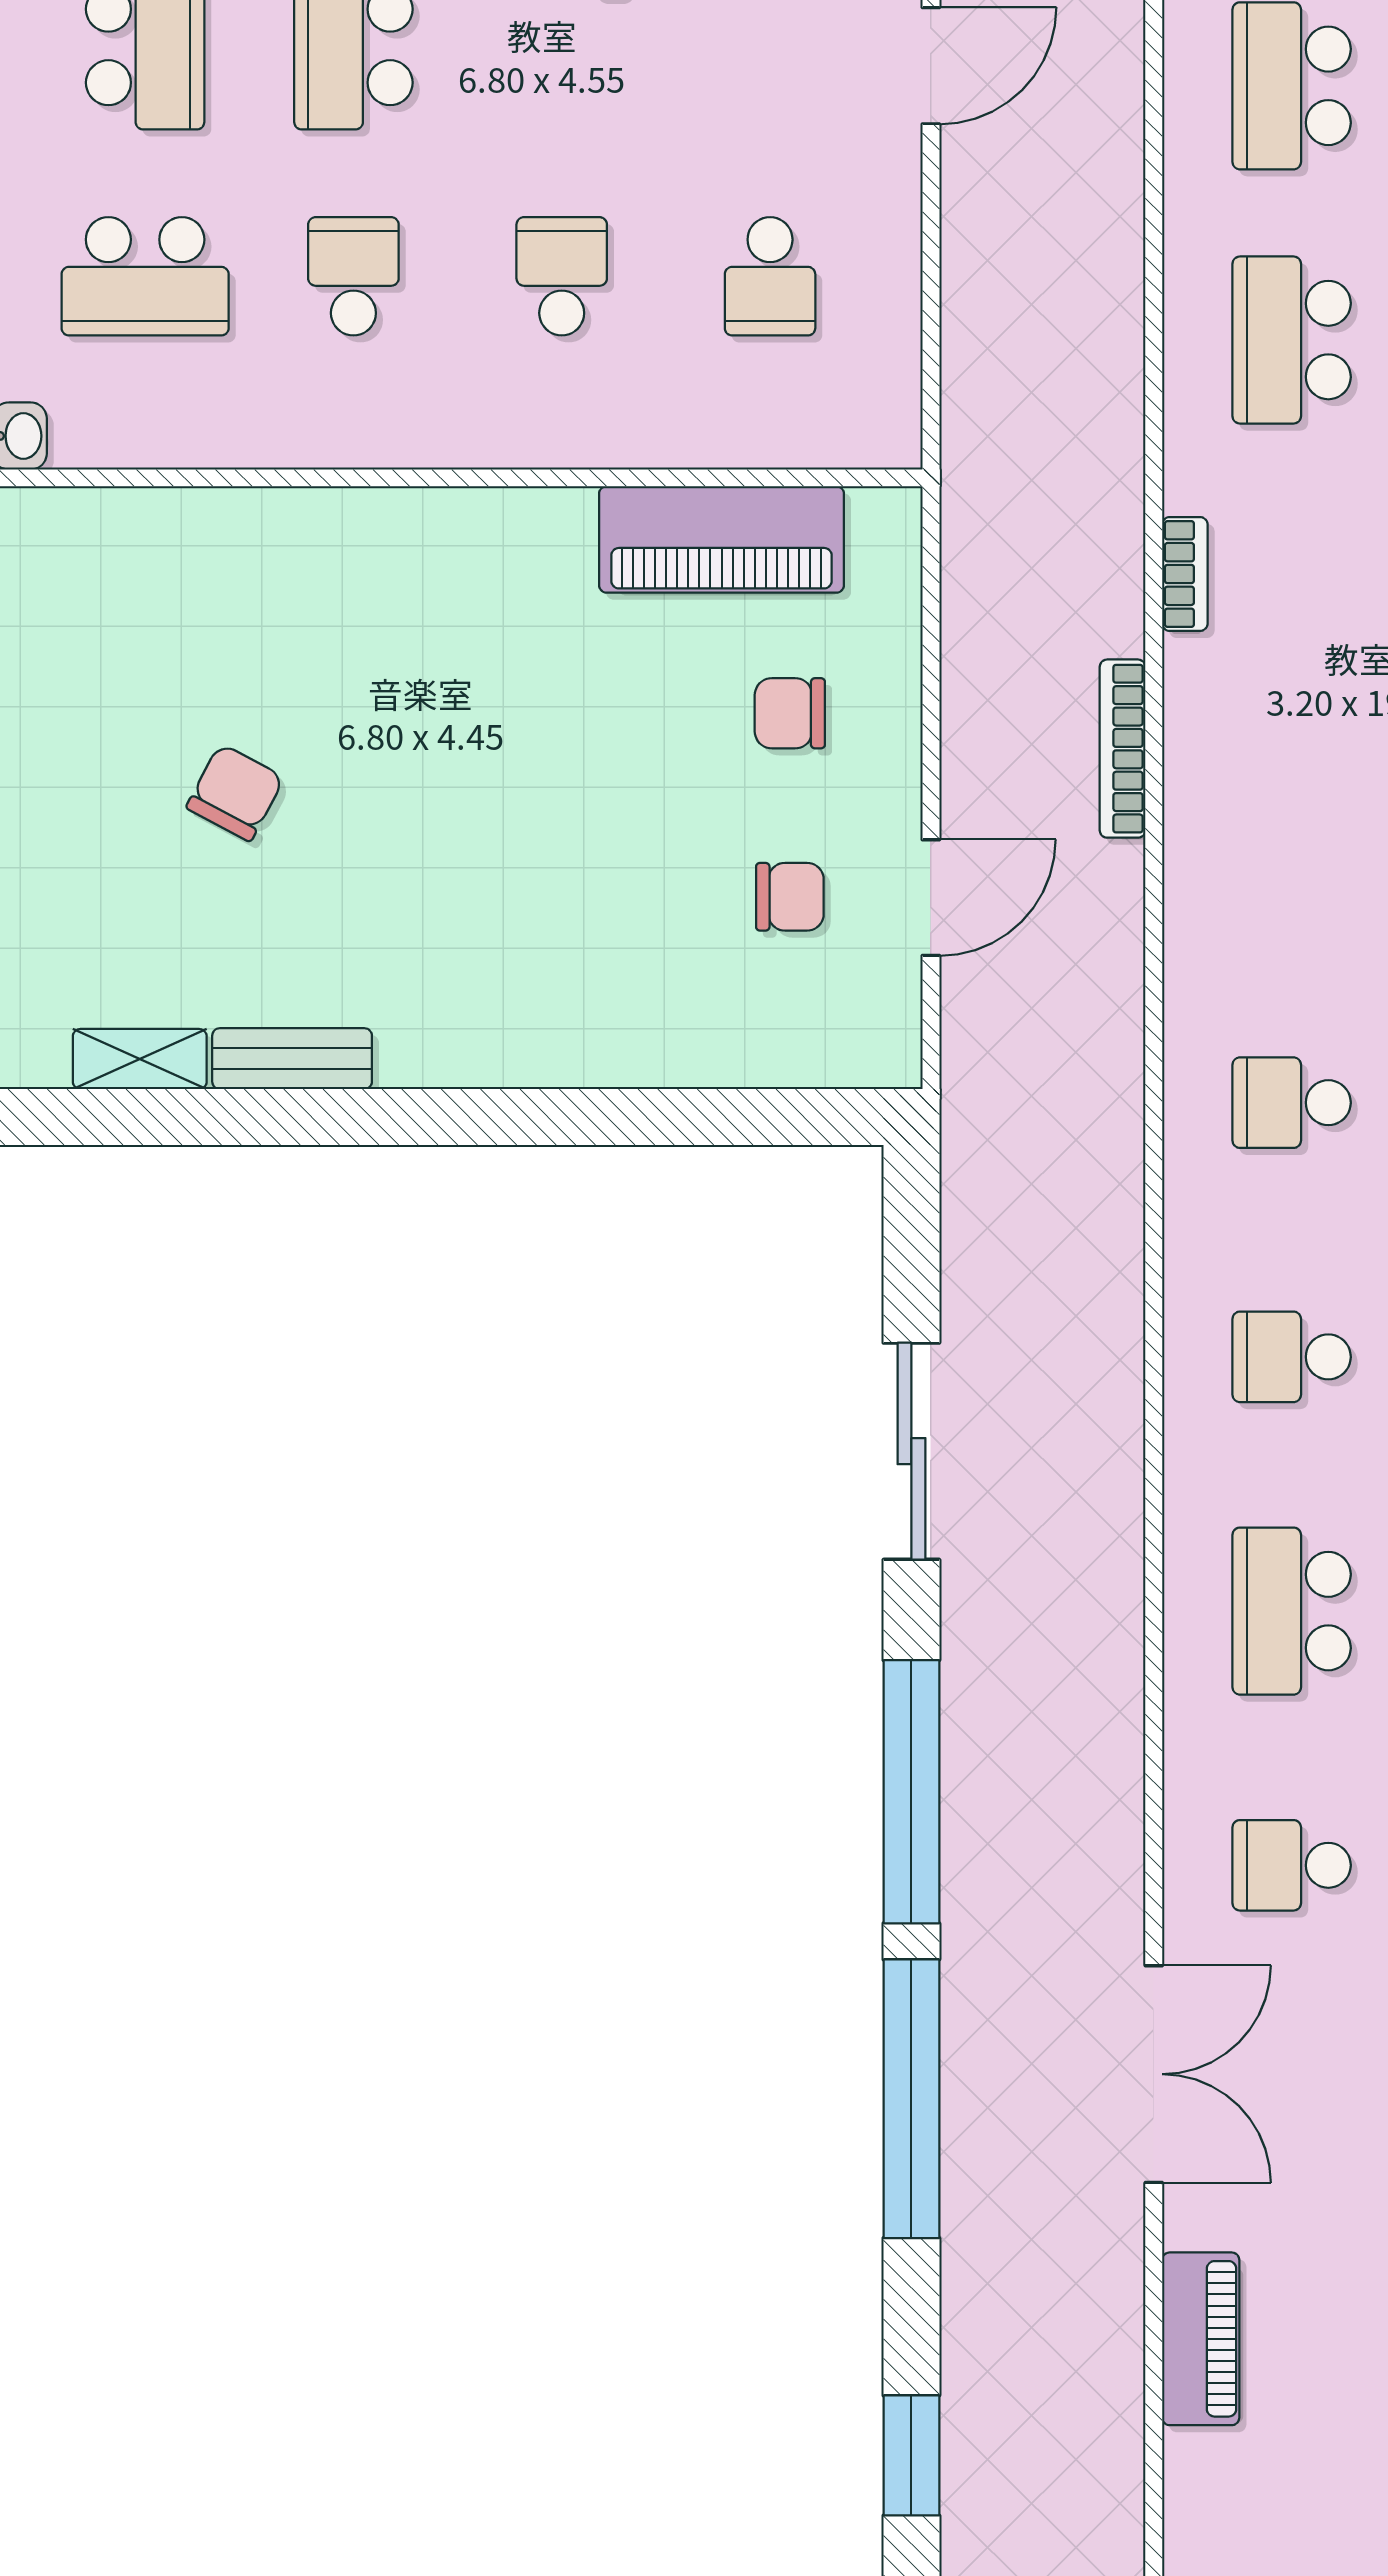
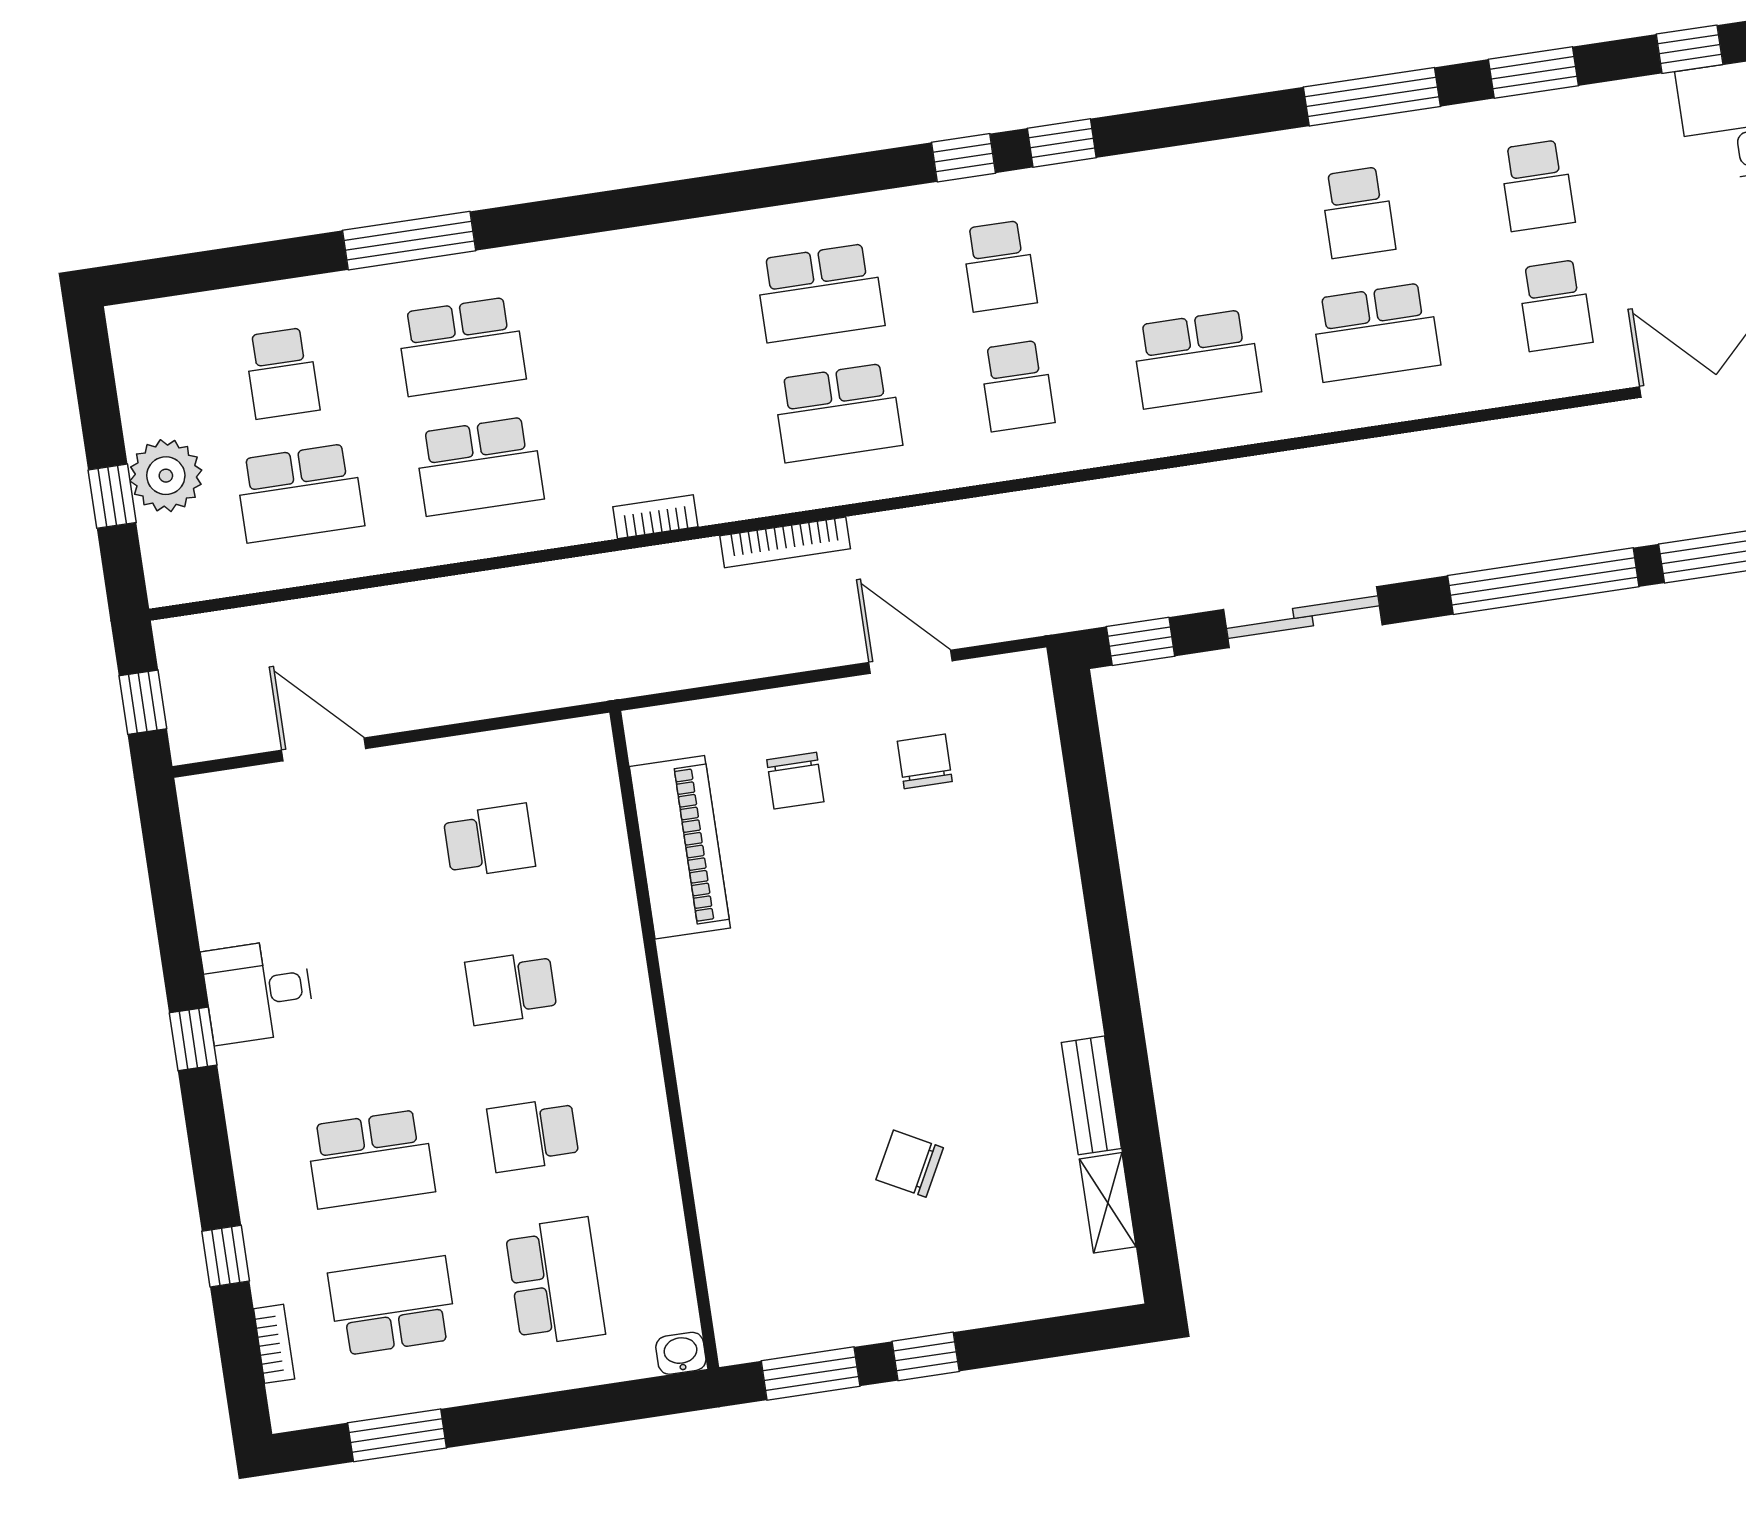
school desk: (1292, 848) -> (838, 413), added
window: (911, 1221) -> (1141, 641), added
school desk: (1292, 1357) -> (1196, 359), width x1.85

